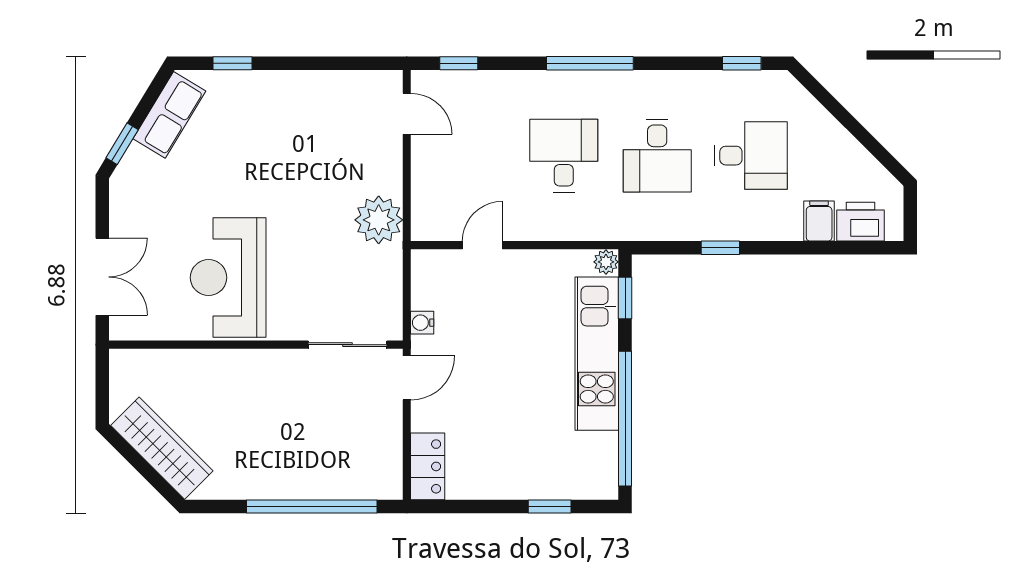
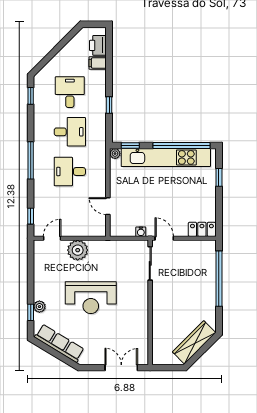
plant: (246, 84) -> (39, 307), added
row of seats: (169, 115) -> (59, 343), width x1.48
window: (122, 144) -> (65, 359), removed
plant: (379, 220) -> (78, 250), moved
reception desk: (228, 278) -> (91, 298), moved
kitchen unit: (597, 354) -> (166, 157), width x1.36

